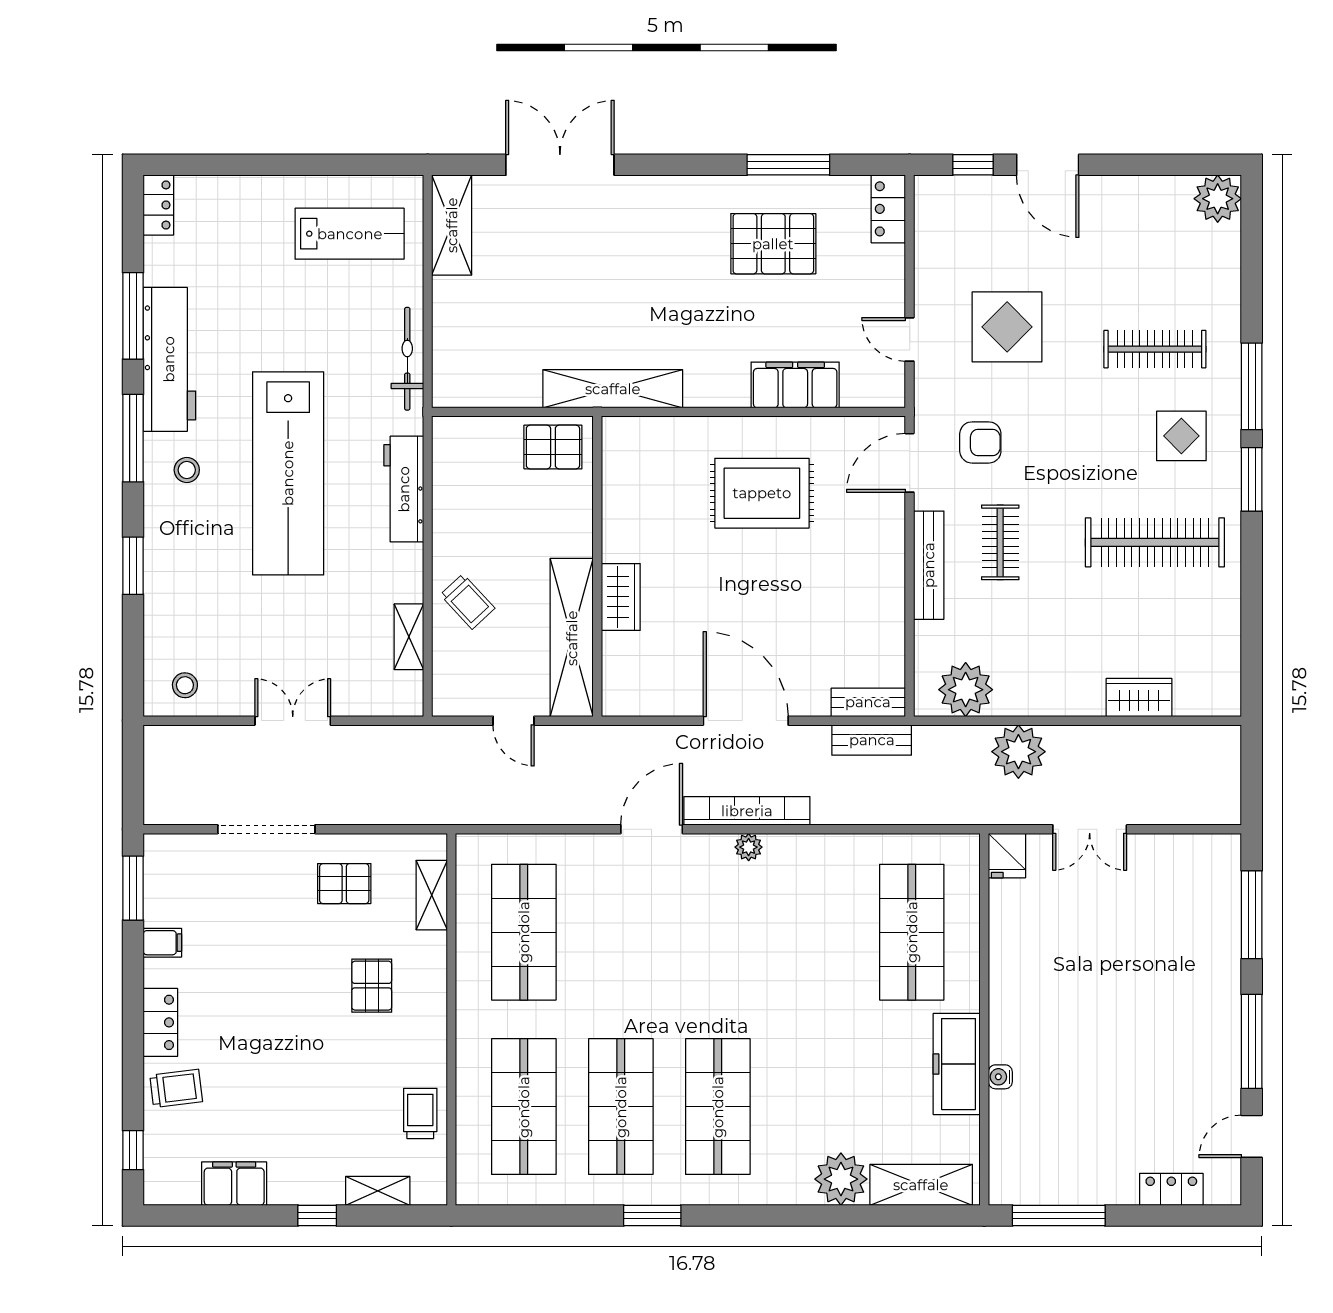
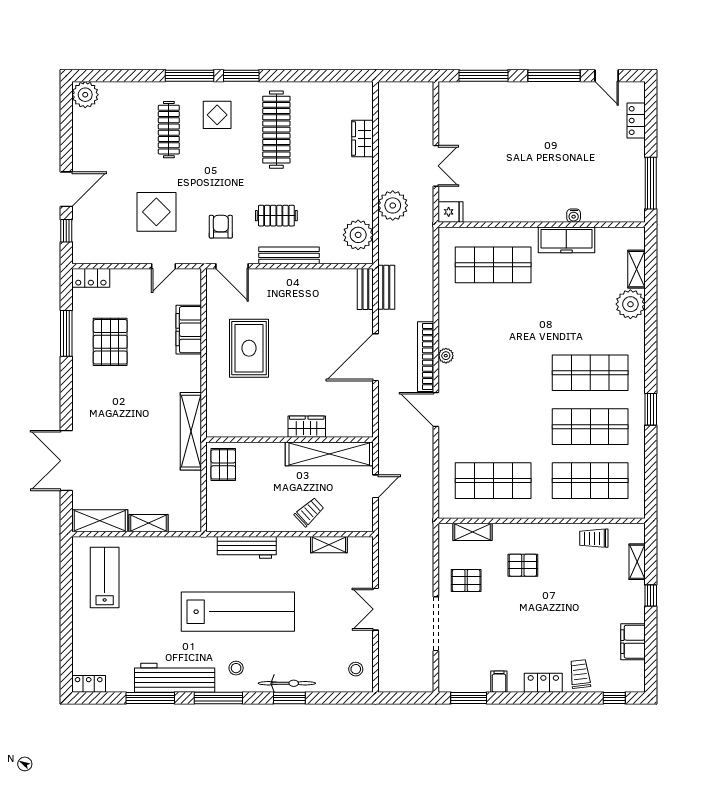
shelving: (447, 313) -> (149, 523), added
bicycle: (407, 359) -> (287, 683), moved, turned 180
pallet: (344, 884) -> (466, 580), turned 90
shelving: (921, 1185) -> (637, 269), width x0.67, depth x0.75

